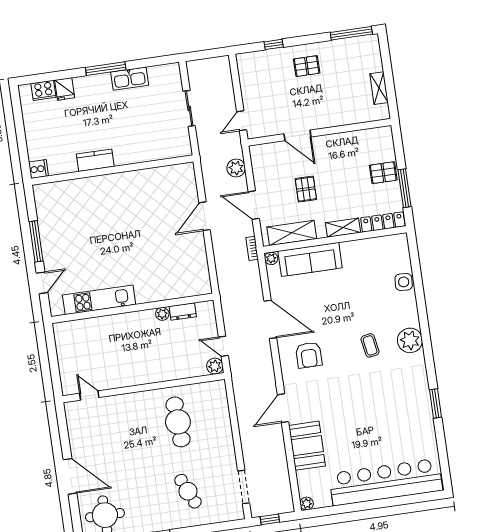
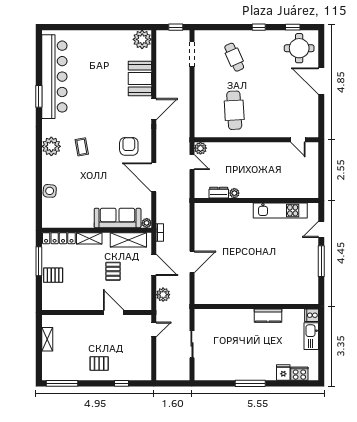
kitchen sink: (130, 79) -> (311, 336), moved, turned -90
bar counter: (386, 482) -> (54, 77), moved, turned -90
plant: (307, 504) -> (142, 39), width x1.87, depth x1.87

